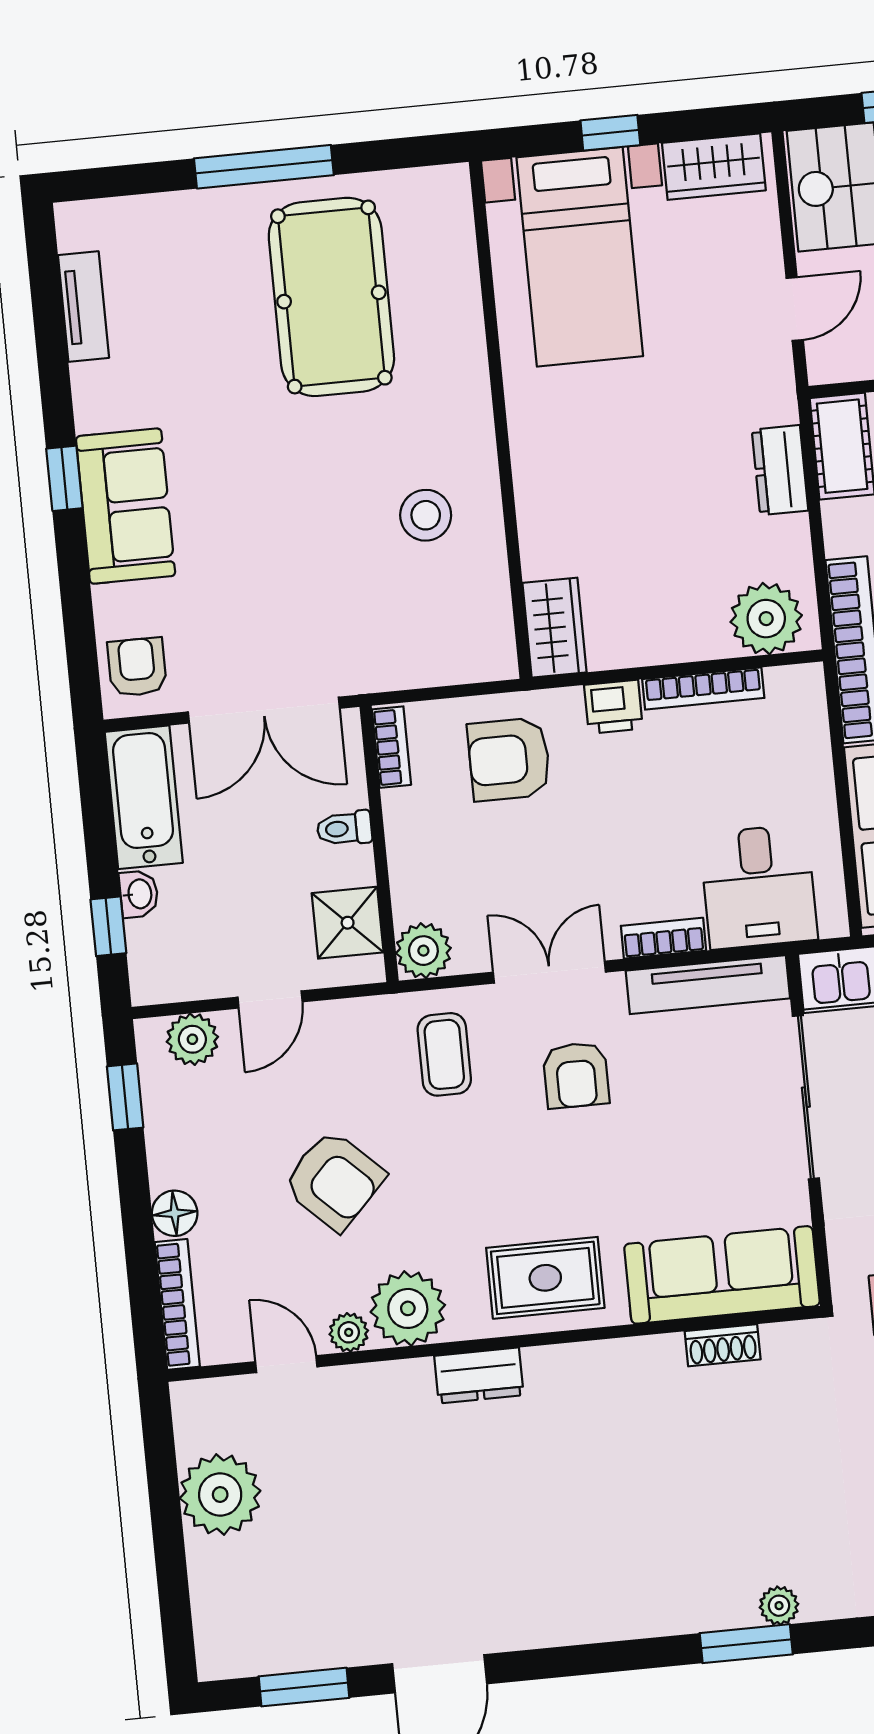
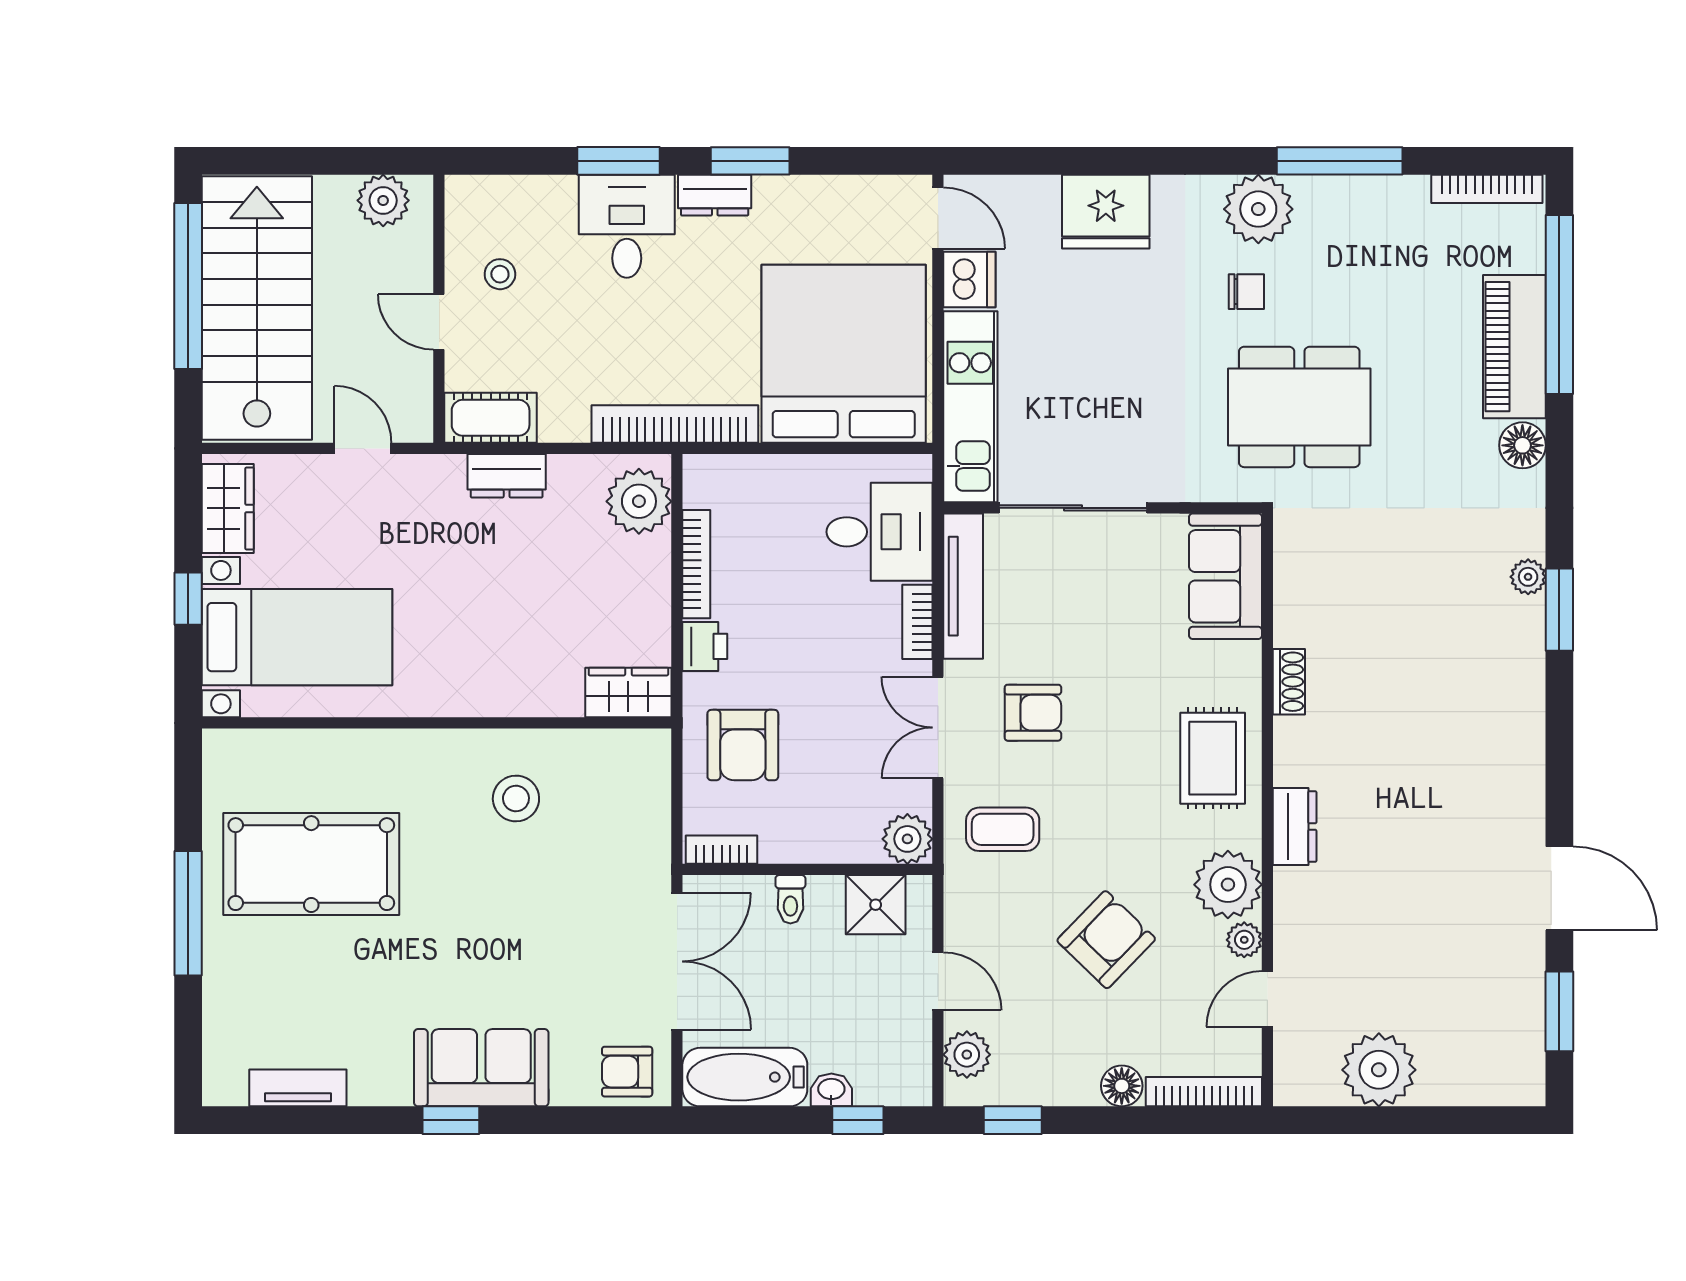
sofa: (722, 1275) -> (1226, 576), width x0.73
shoe rack: (723, 1345) -> (1289, 682), moved

